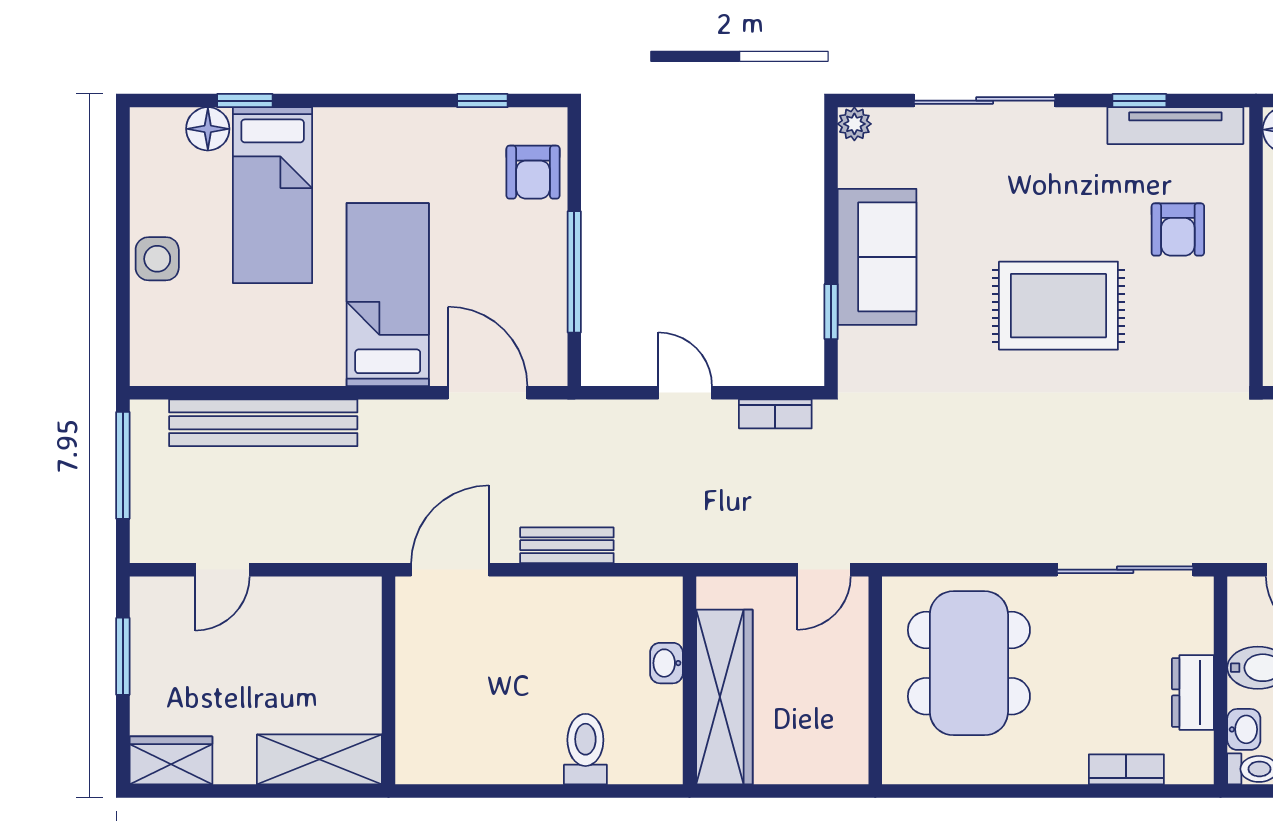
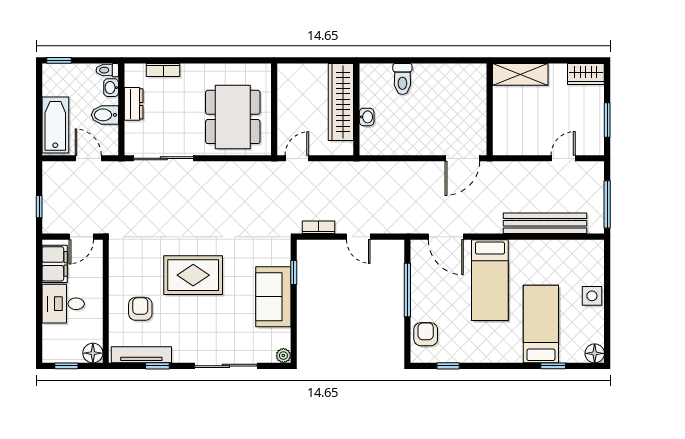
floor lamp: (208, 129) -> (595, 353), moved
bench: (567, 545) -> (411, 169), removed

